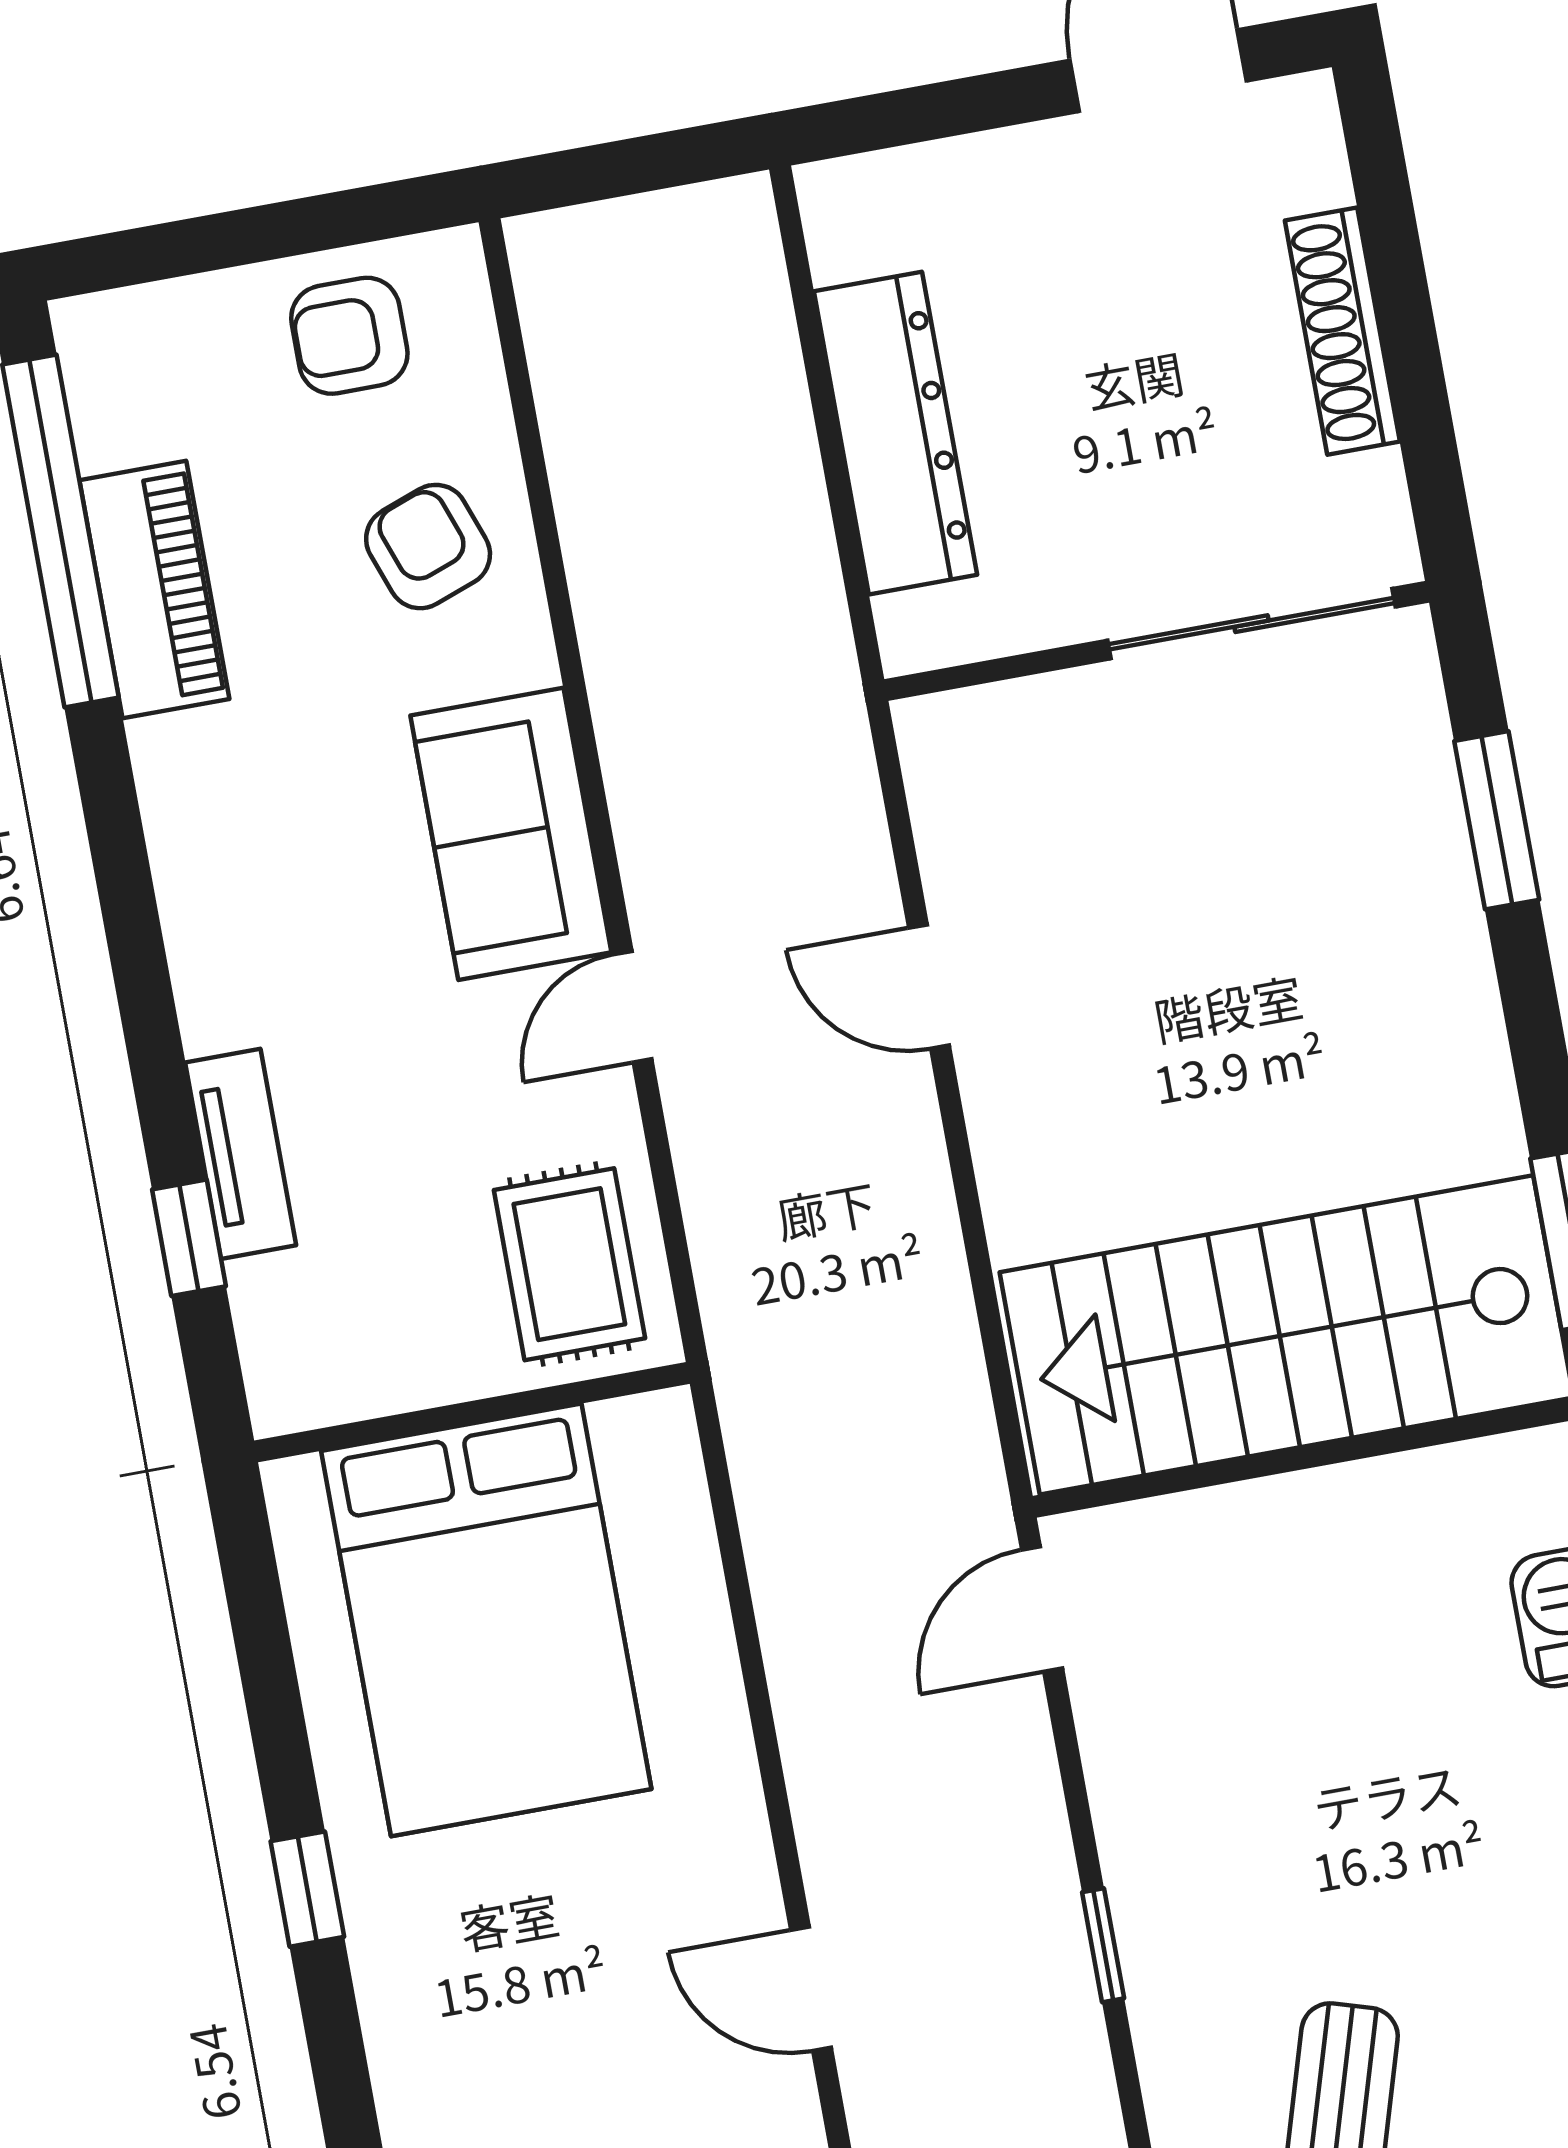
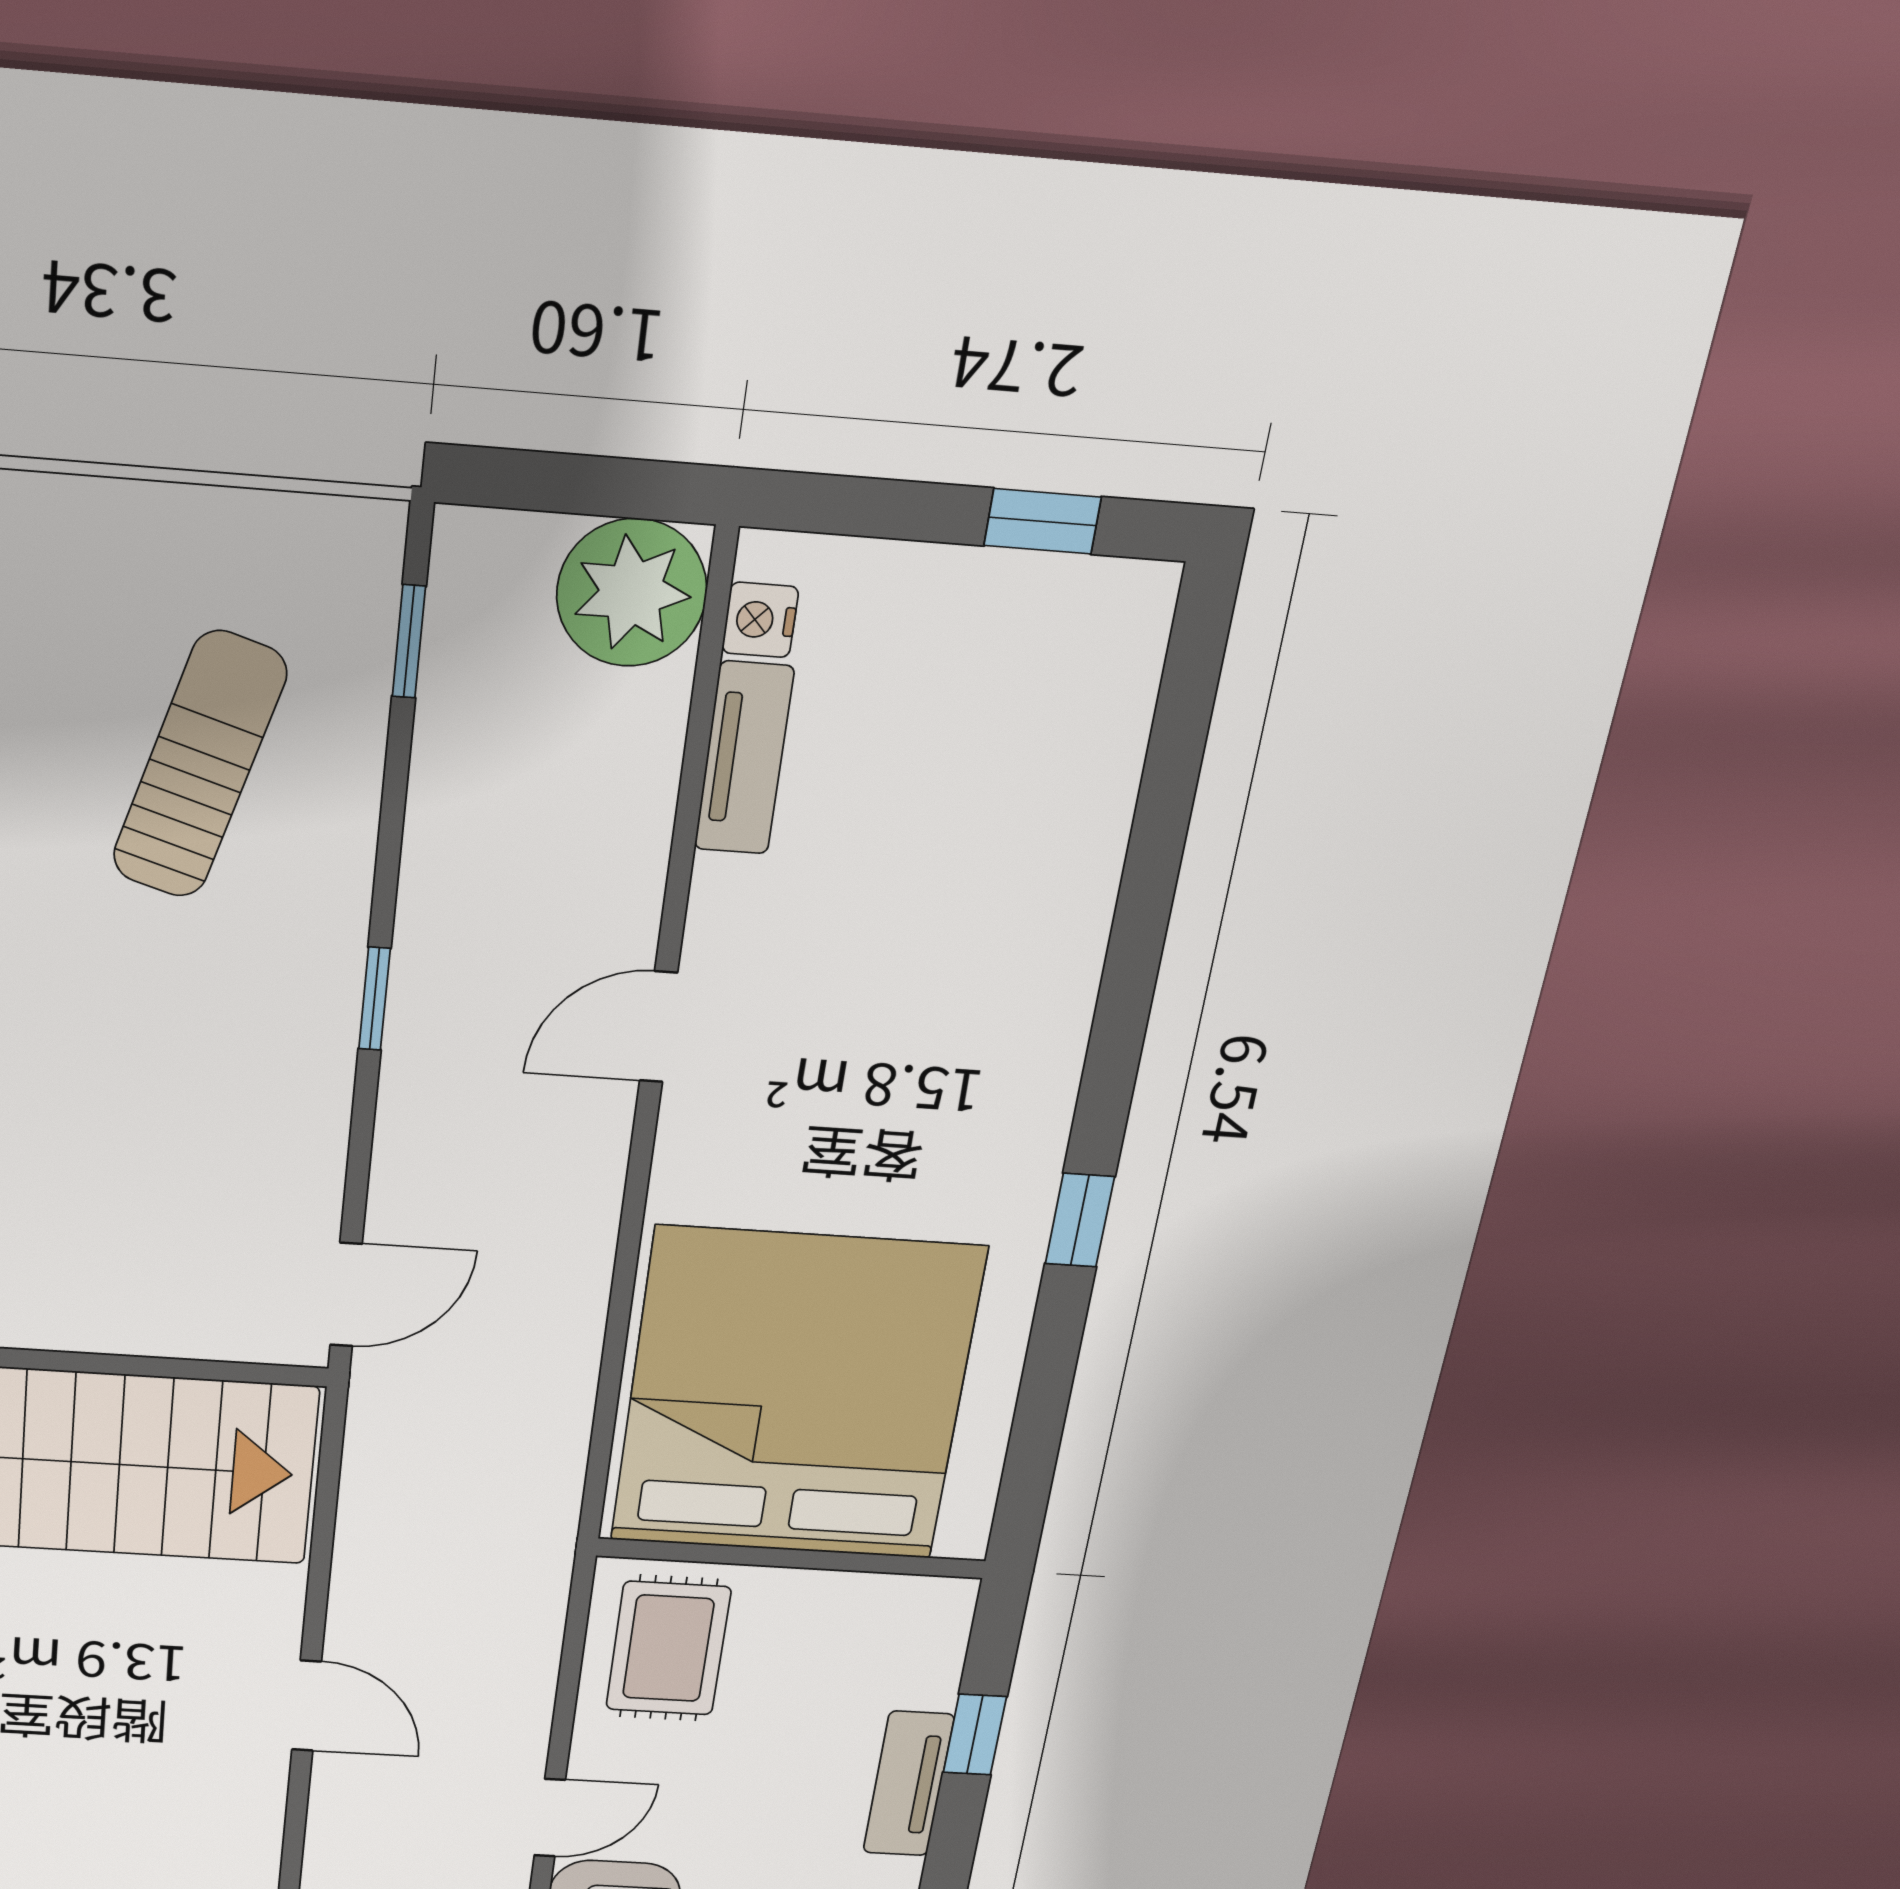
door: (929, 987) -> (307, 1706), moved
bed: (486, 1620) -> (796, 1396), width x1.36
door: (811, 1989) -> (659, 1027), swing flipped

